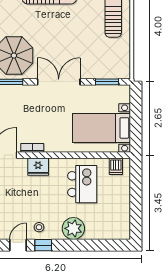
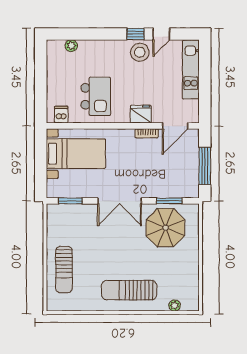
kitchen island: (82, 184) -> (96, 96), turned 180
stool: (39, 227) -> (140, 52), width x1.89, depth x1.89
plant: (73, 228) -> (71, 46), moved, width x0.53, depth x0.53

